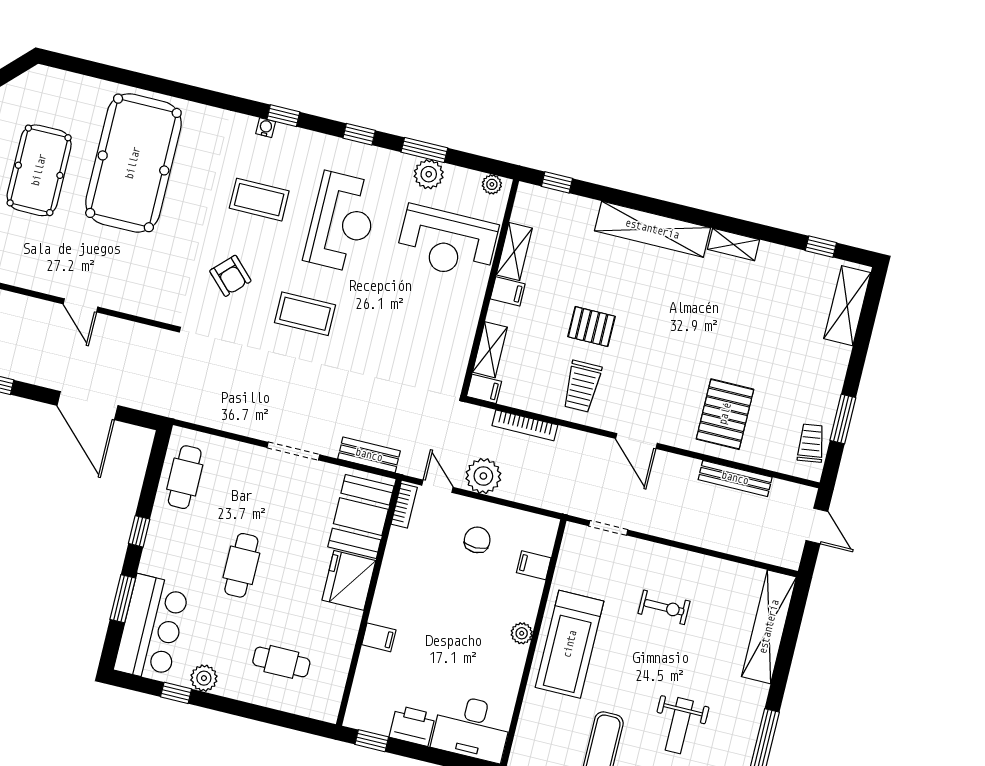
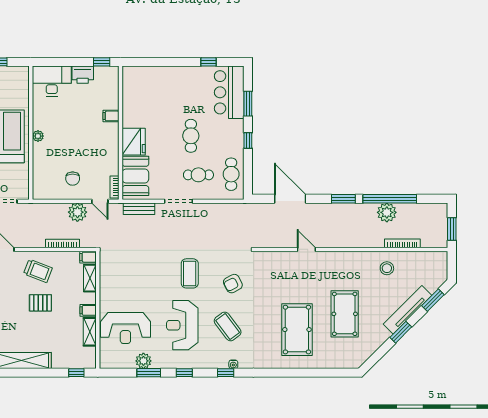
pool table: (133, 163) -> (297, 330), width x0.73, depth x0.76
plant: (492, 184) -> (110, 363), removed
coffee table: (259, 200) -> (228, 326), turned 53
reception desk: (447, 242) -> (125, 328), turned 180
armchair: (230, 276) -> (233, 284), turned -73
coffee table: (305, 314) -> (190, 273), turned 90
trolley: (582, 386) -> (38, 271), turned 111
filing cabinet: (534, 565) -> (40, 173), removed
cafe table: (281, 662) -> (198, 175), moved
plant: (204, 678) -> (196, 73), removed

